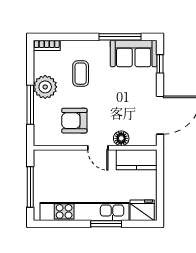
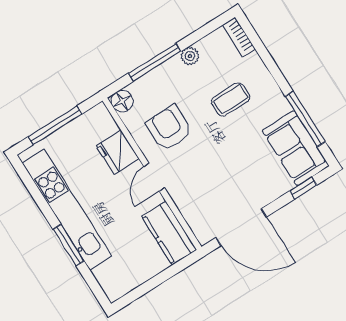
plant: (45, 87) -> (190, 56), width x0.53, depth x0.53
floor lamp: (121, 138) -> (122, 101), moved
fridge: (142, 210) -> (118, 152), moved, turned 180

